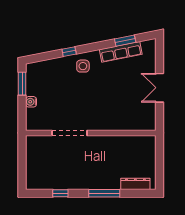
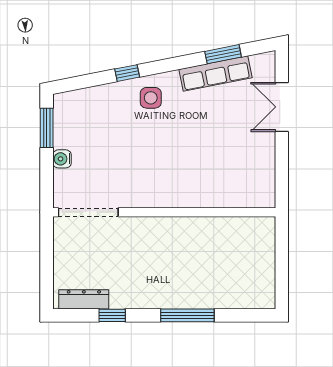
double door: (159, 88) -> (282, 107), moved
doorway: (70, 133) -> (88, 212), moved
dresser: (135, 184) -> (84, 299), moved

